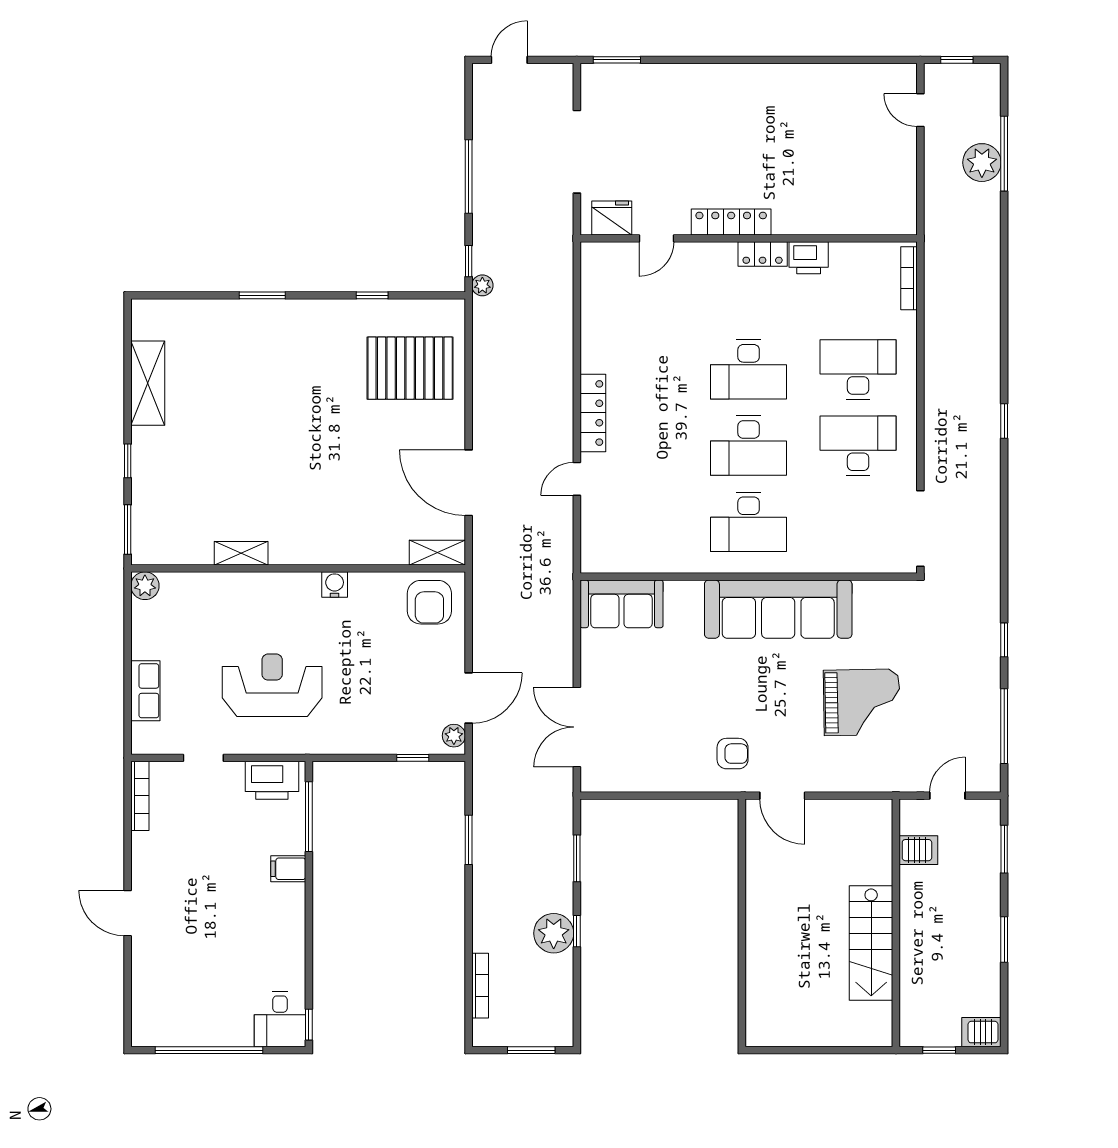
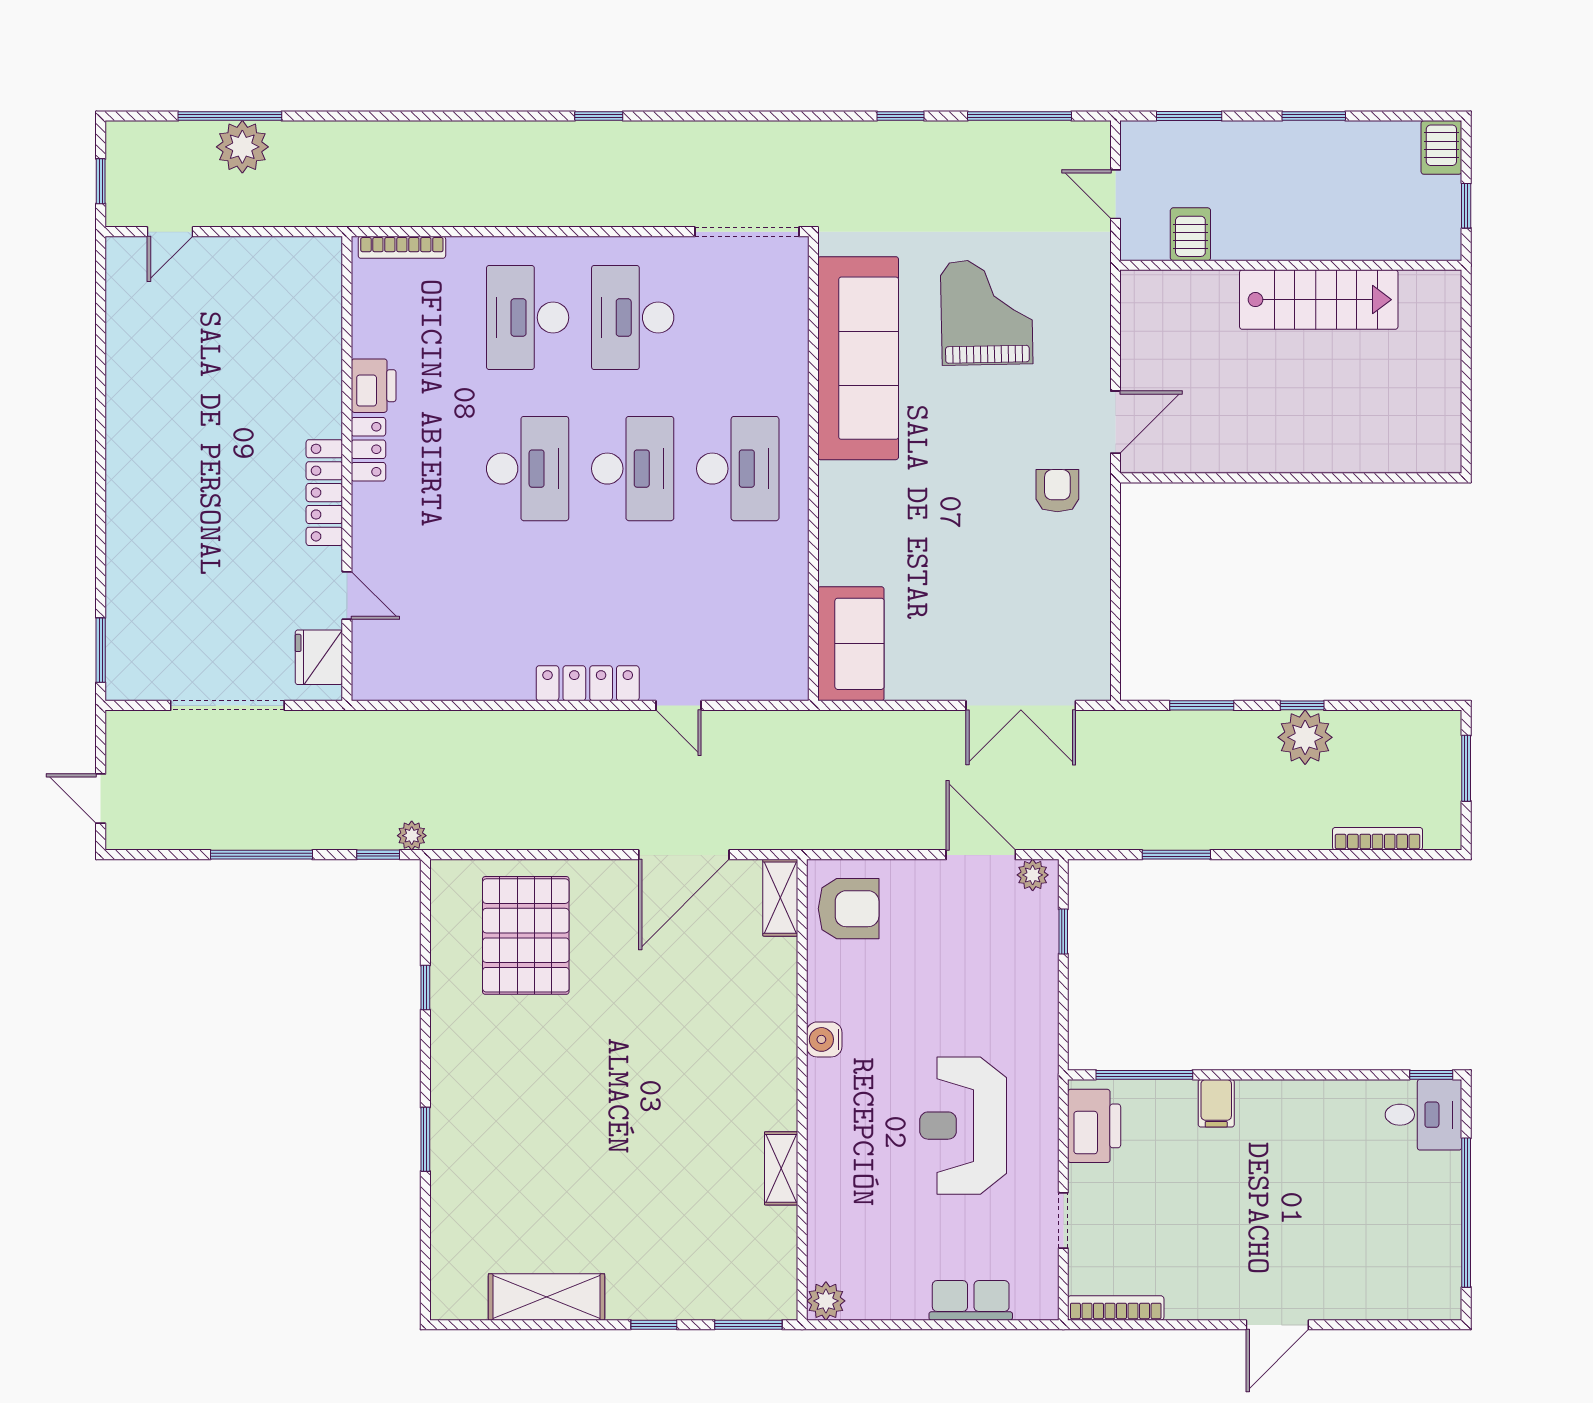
sofa: (778, 609) -> (858, 358), moved

